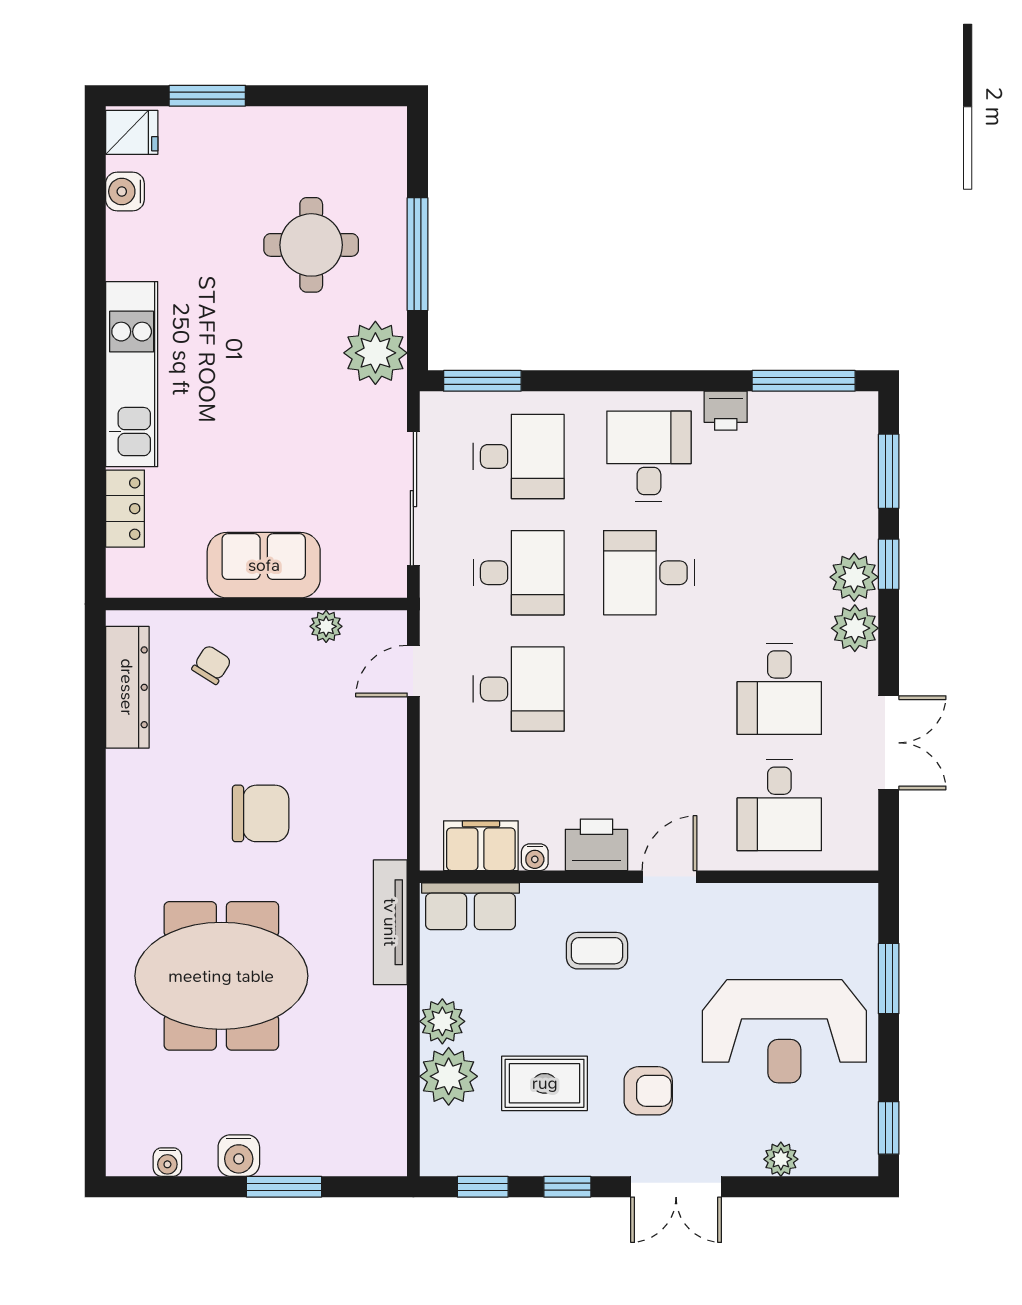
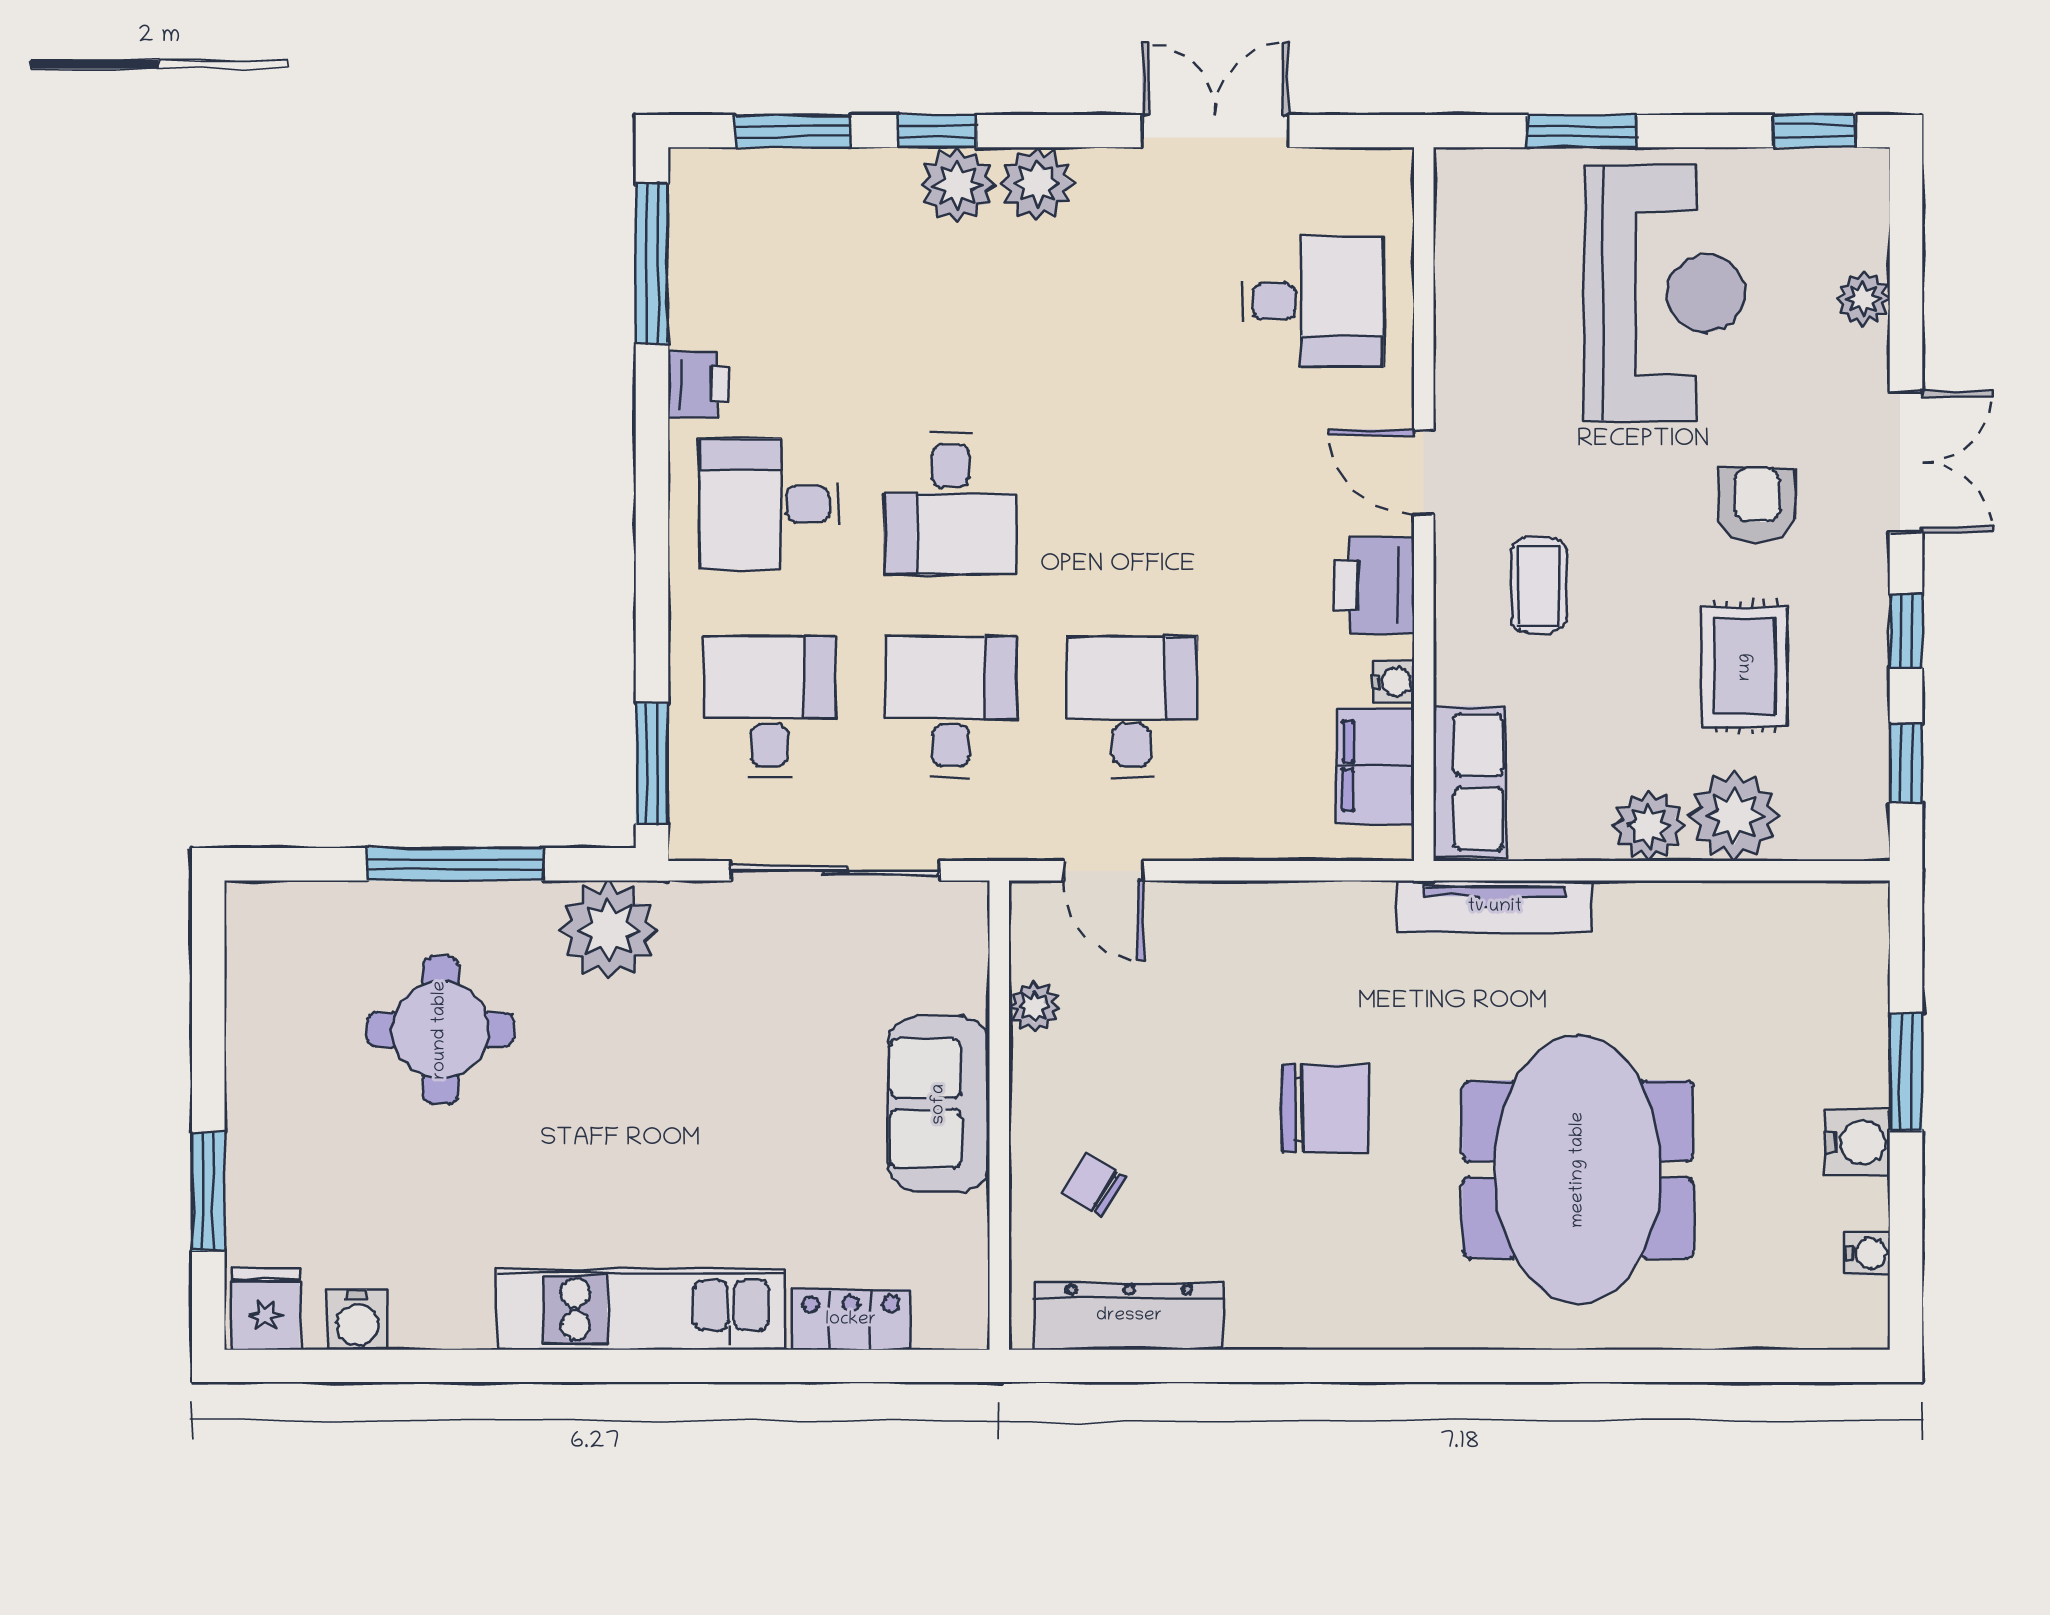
desk: (779, 689) -> (1132, 301), removed
chair: (261, 813) -> (1325, 1108), turned 90

